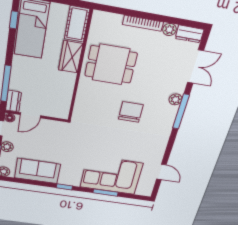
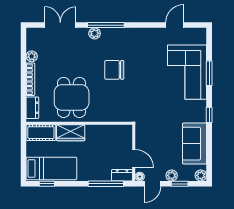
dresser: (189, 34) -> (32, 108), moved

